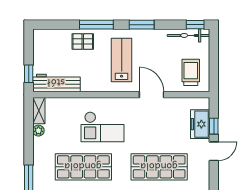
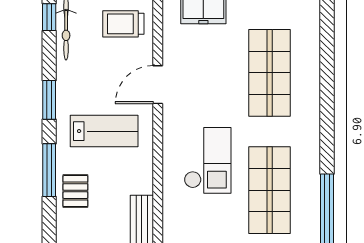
lab bench: (122, 60) -> (104, 131), turned 180

